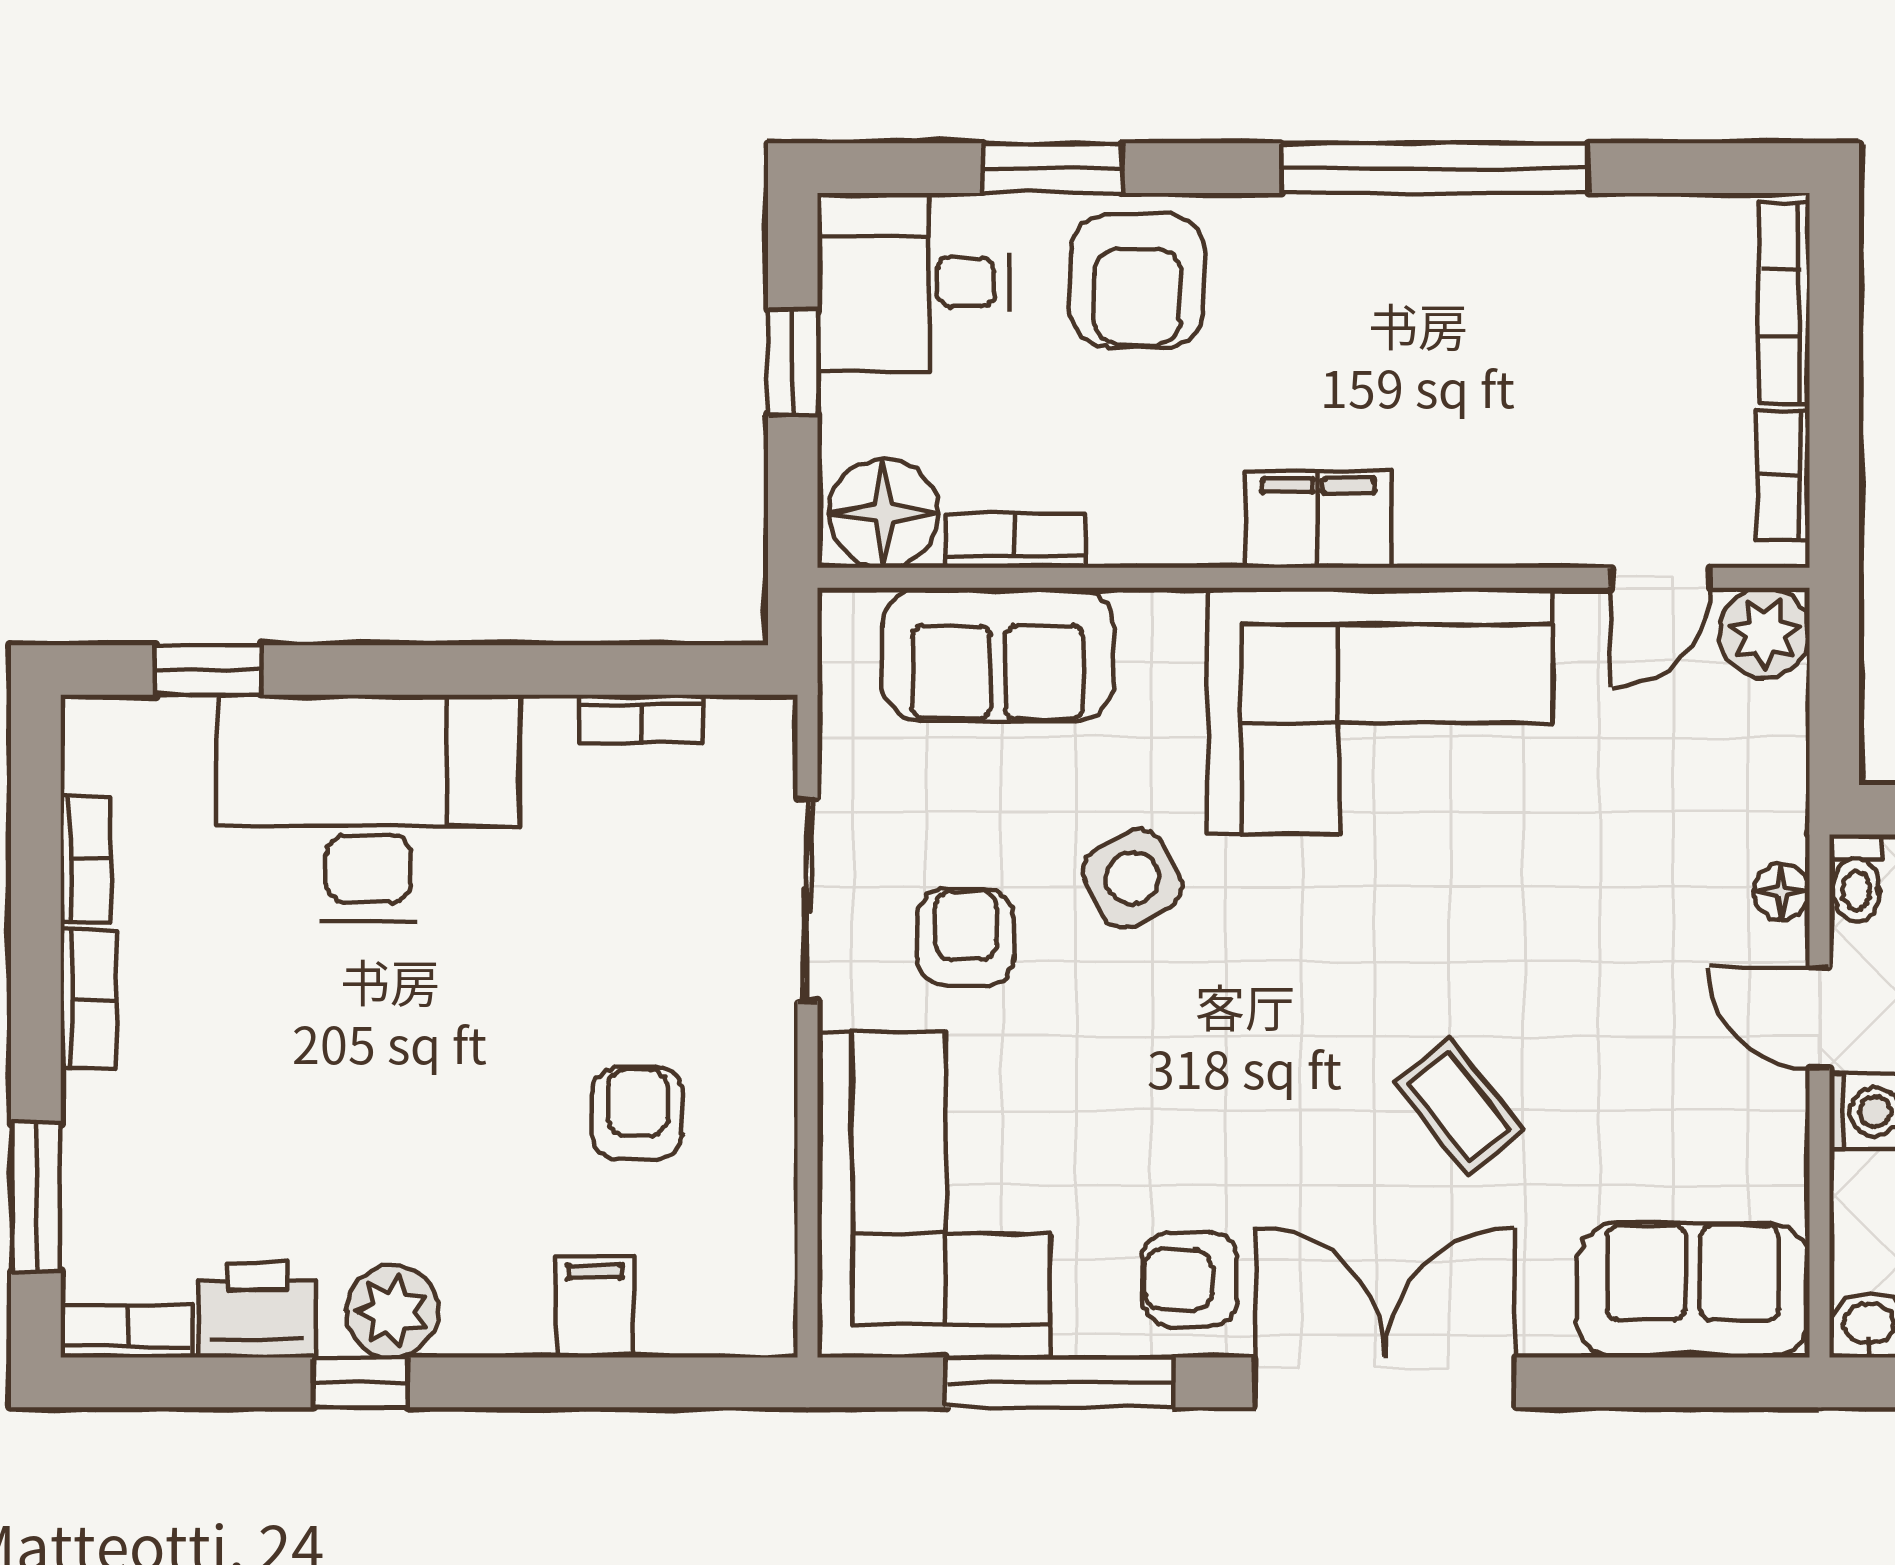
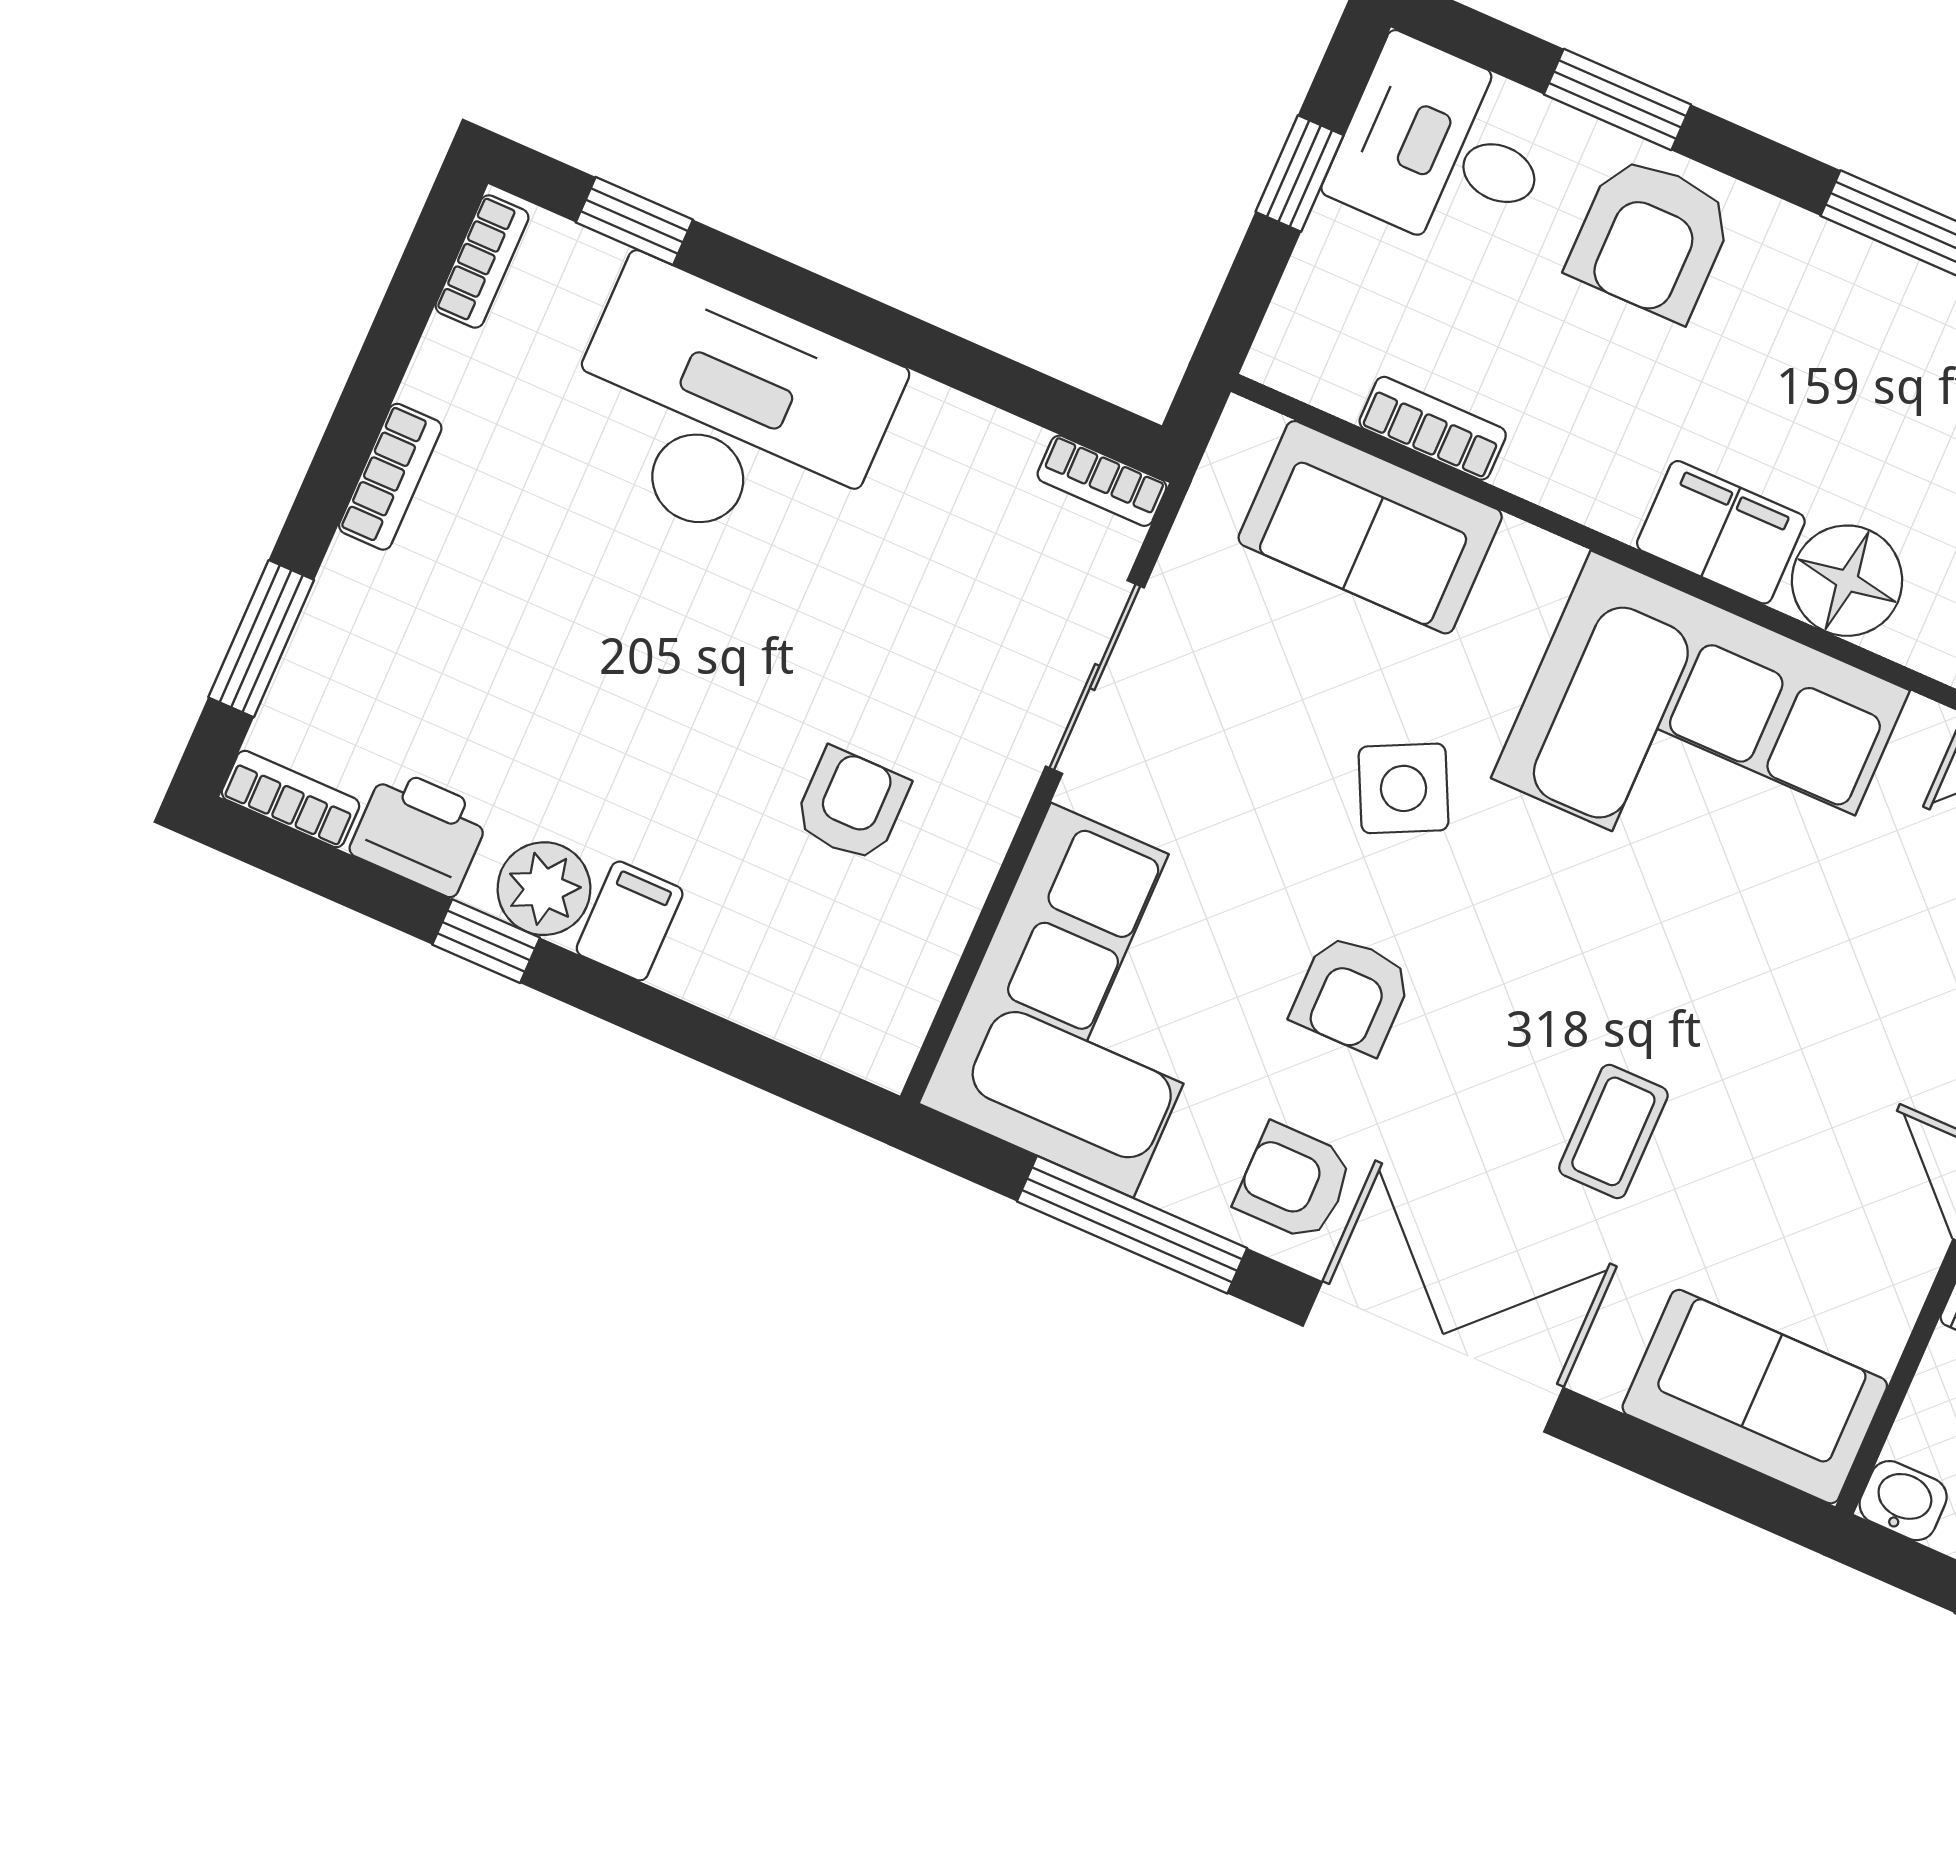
floor lamp: (884, 513) -> (1847, 581), moved
bookcase: (641, 719) -> (1102, 481), moved
bookcase: (86, 859) -> (482, 261), moved
armchair: (966, 937) -> (1352, 994), moved, turned 180
coffee table: (1459, 1106) -> (1613, 1131), turned 39
filing cabinet: (595, 1307) -> (630, 921), moved

